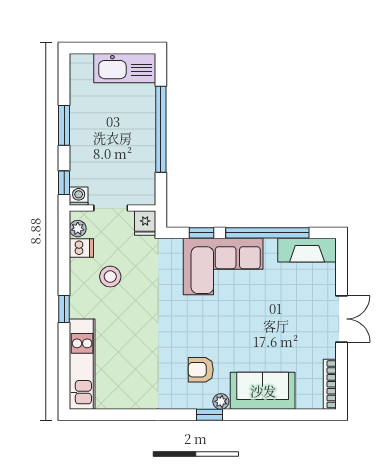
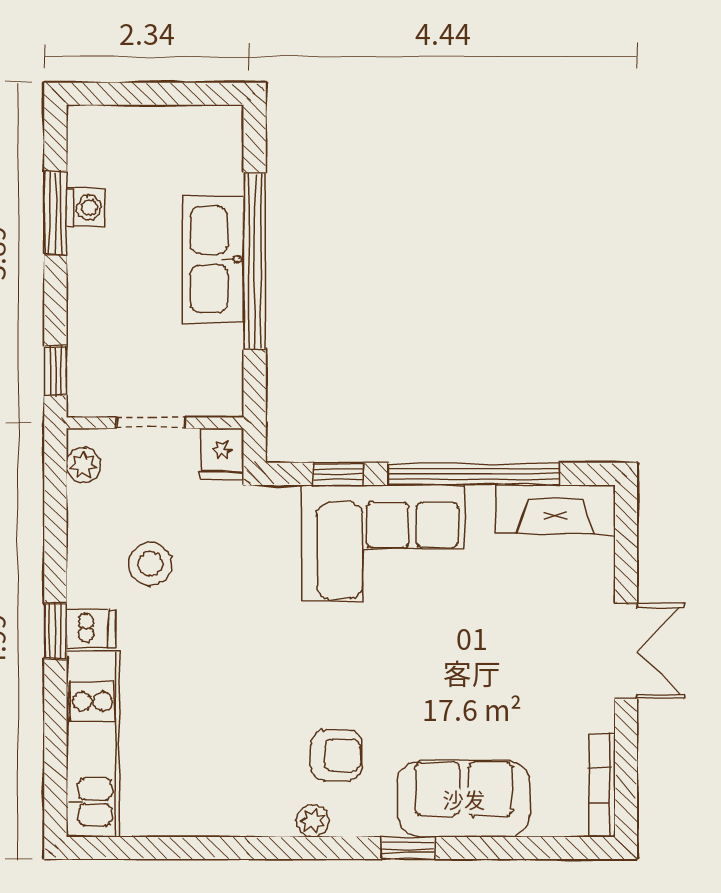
kitchen sink: (125, 68) -> (213, 259), moved, turned 90
window: (64, 125) -> (55, 213), moved
washing machine: (79, 196) -> (85, 208), moved, turned 90
dishwasher: (81, 248) -> (91, 628), moved
armchair: (201, 370) -> (336, 755), turned 180
plant: (221, 401) -> (313, 821), moved
window: (209, 415) -> (408, 848), moved

